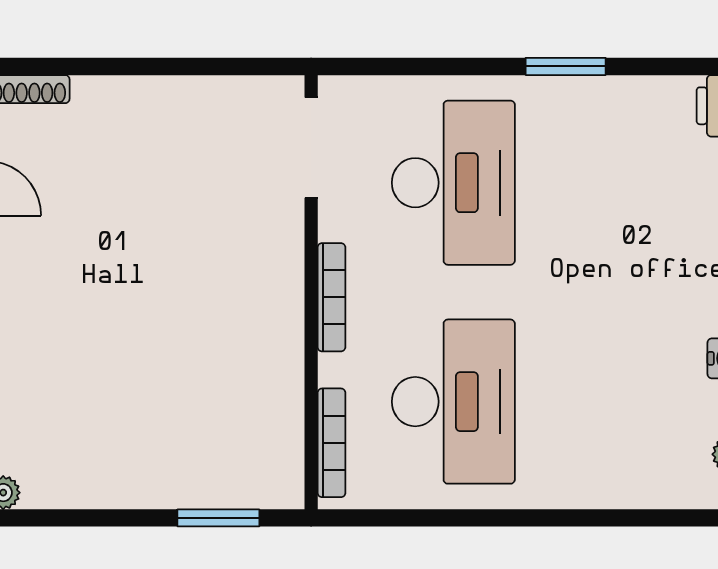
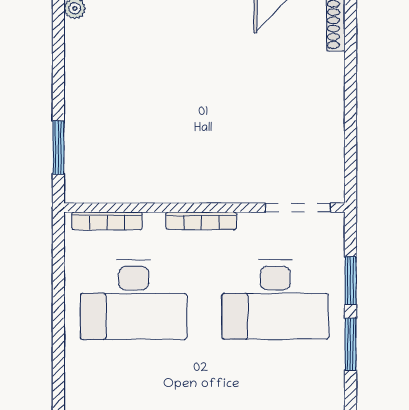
window: (424, 66) -> (350, 281), added
window: (566, 66) -> (350, 344), moved

